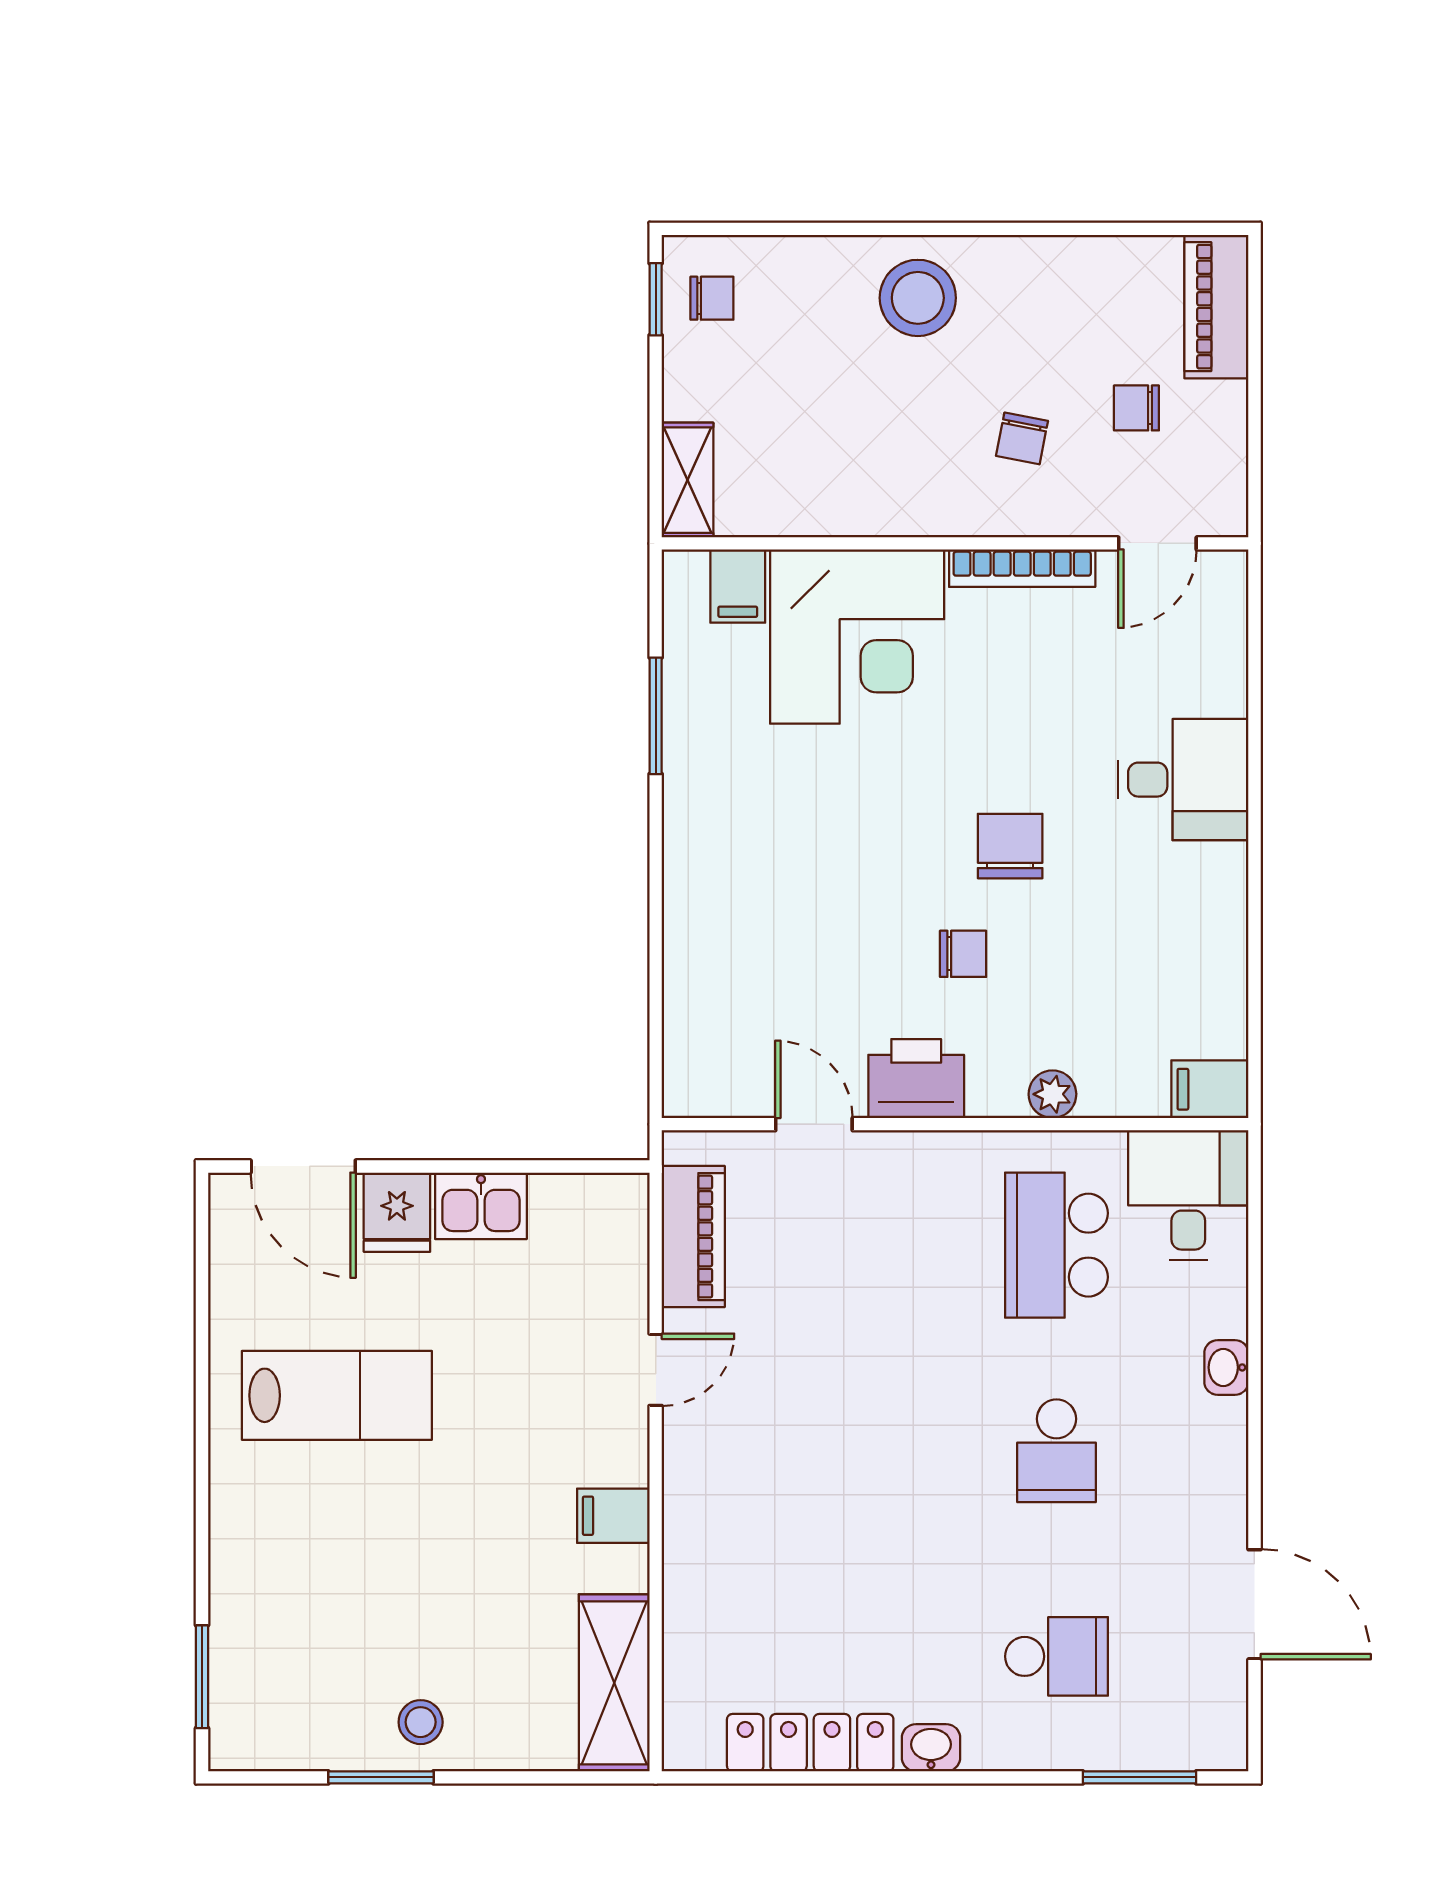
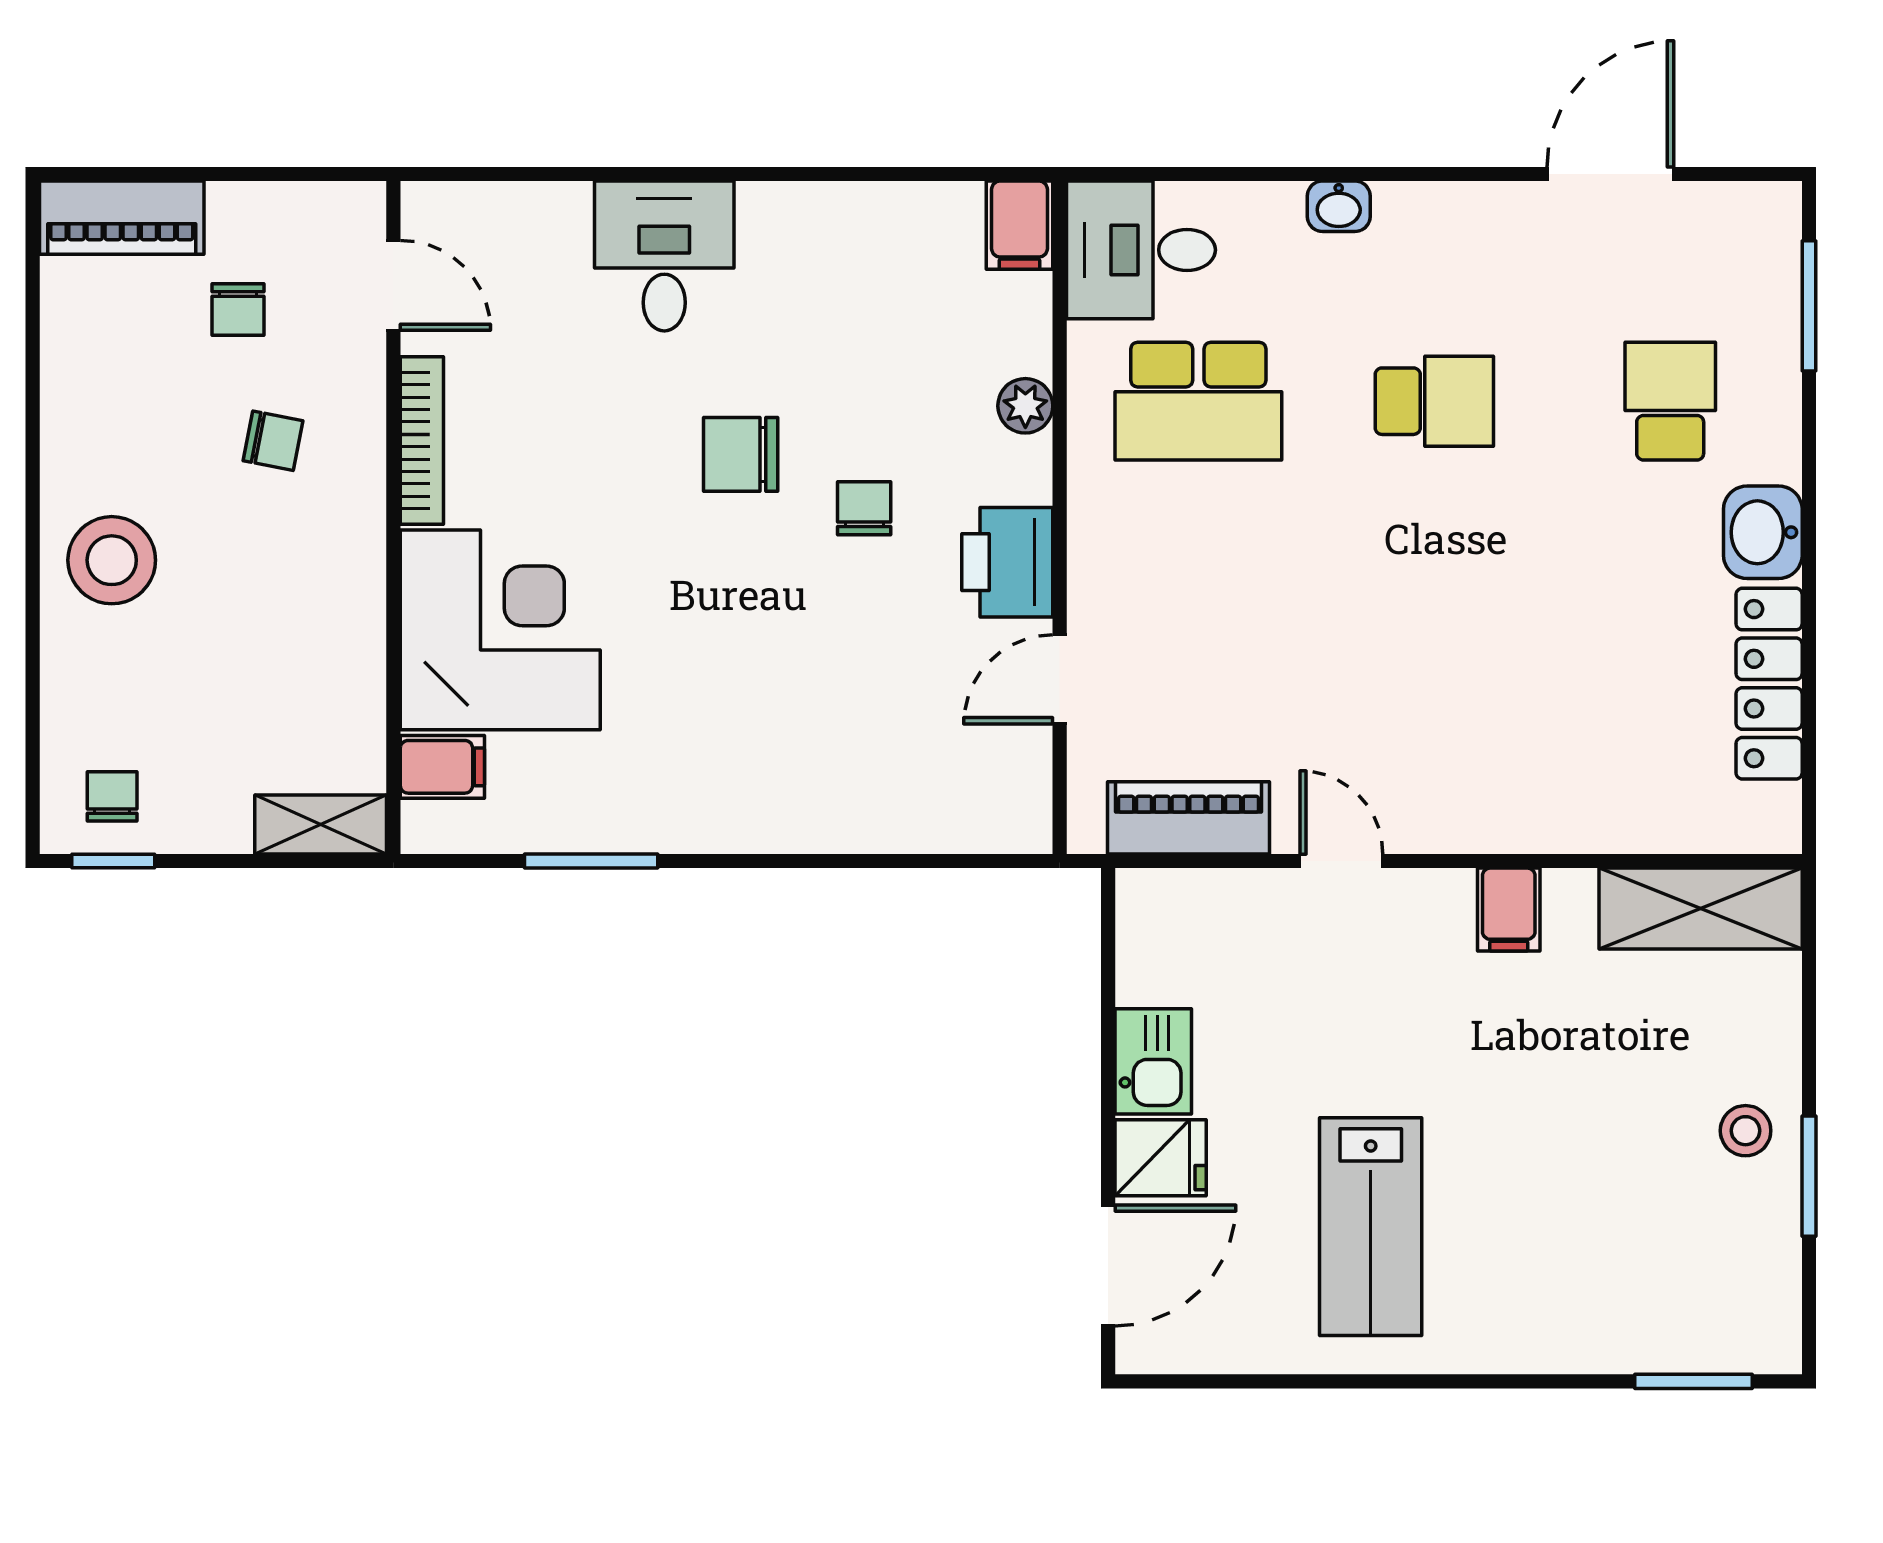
lab bench: (337, 1395) -> (1371, 1227), turned 180
washbasin: (931, 1748) -> (1763, 532), width x1.38, depth x1.45

